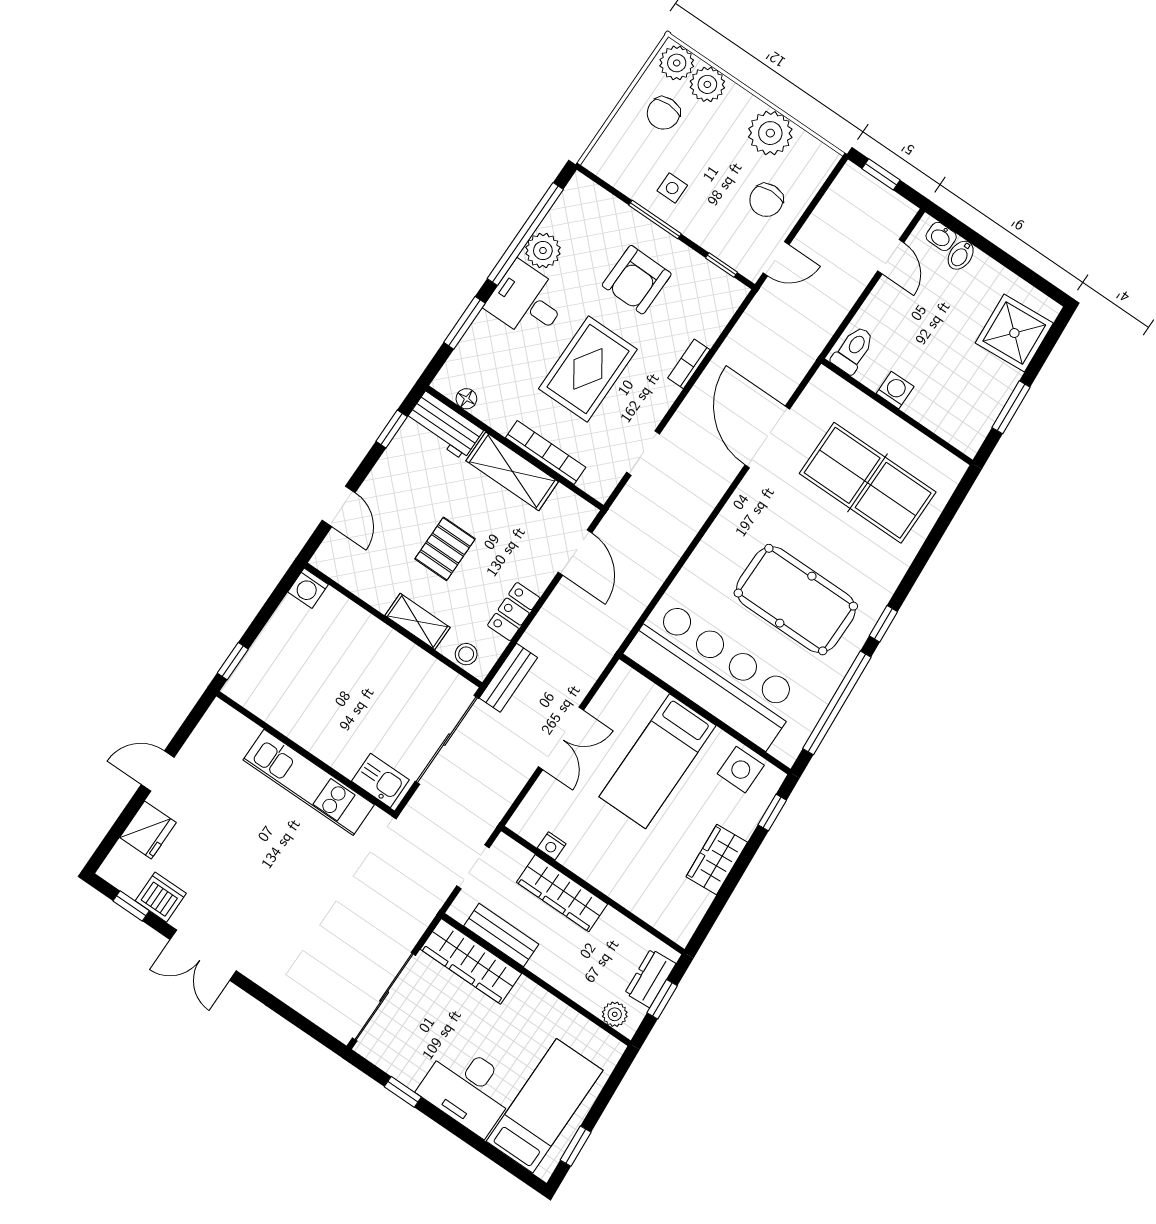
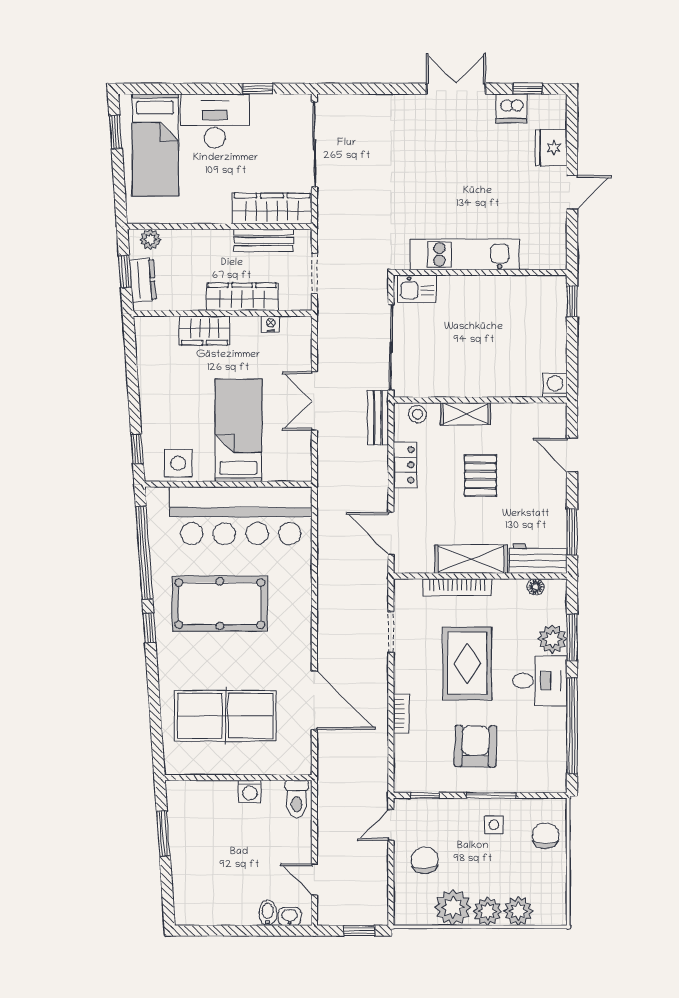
plant: (677, 63) -> (487, 911), moved
chair: (663, 113) -> (546, 836), moved
plant: (543, 251) -> (552, 639), moved
shower: (1014, 333) -> (195, 885), removed
window: (392, 429) -> (572, 532), width x1.50
wardrobe: (717, 859) -> (204, 330), moved, turned 94

